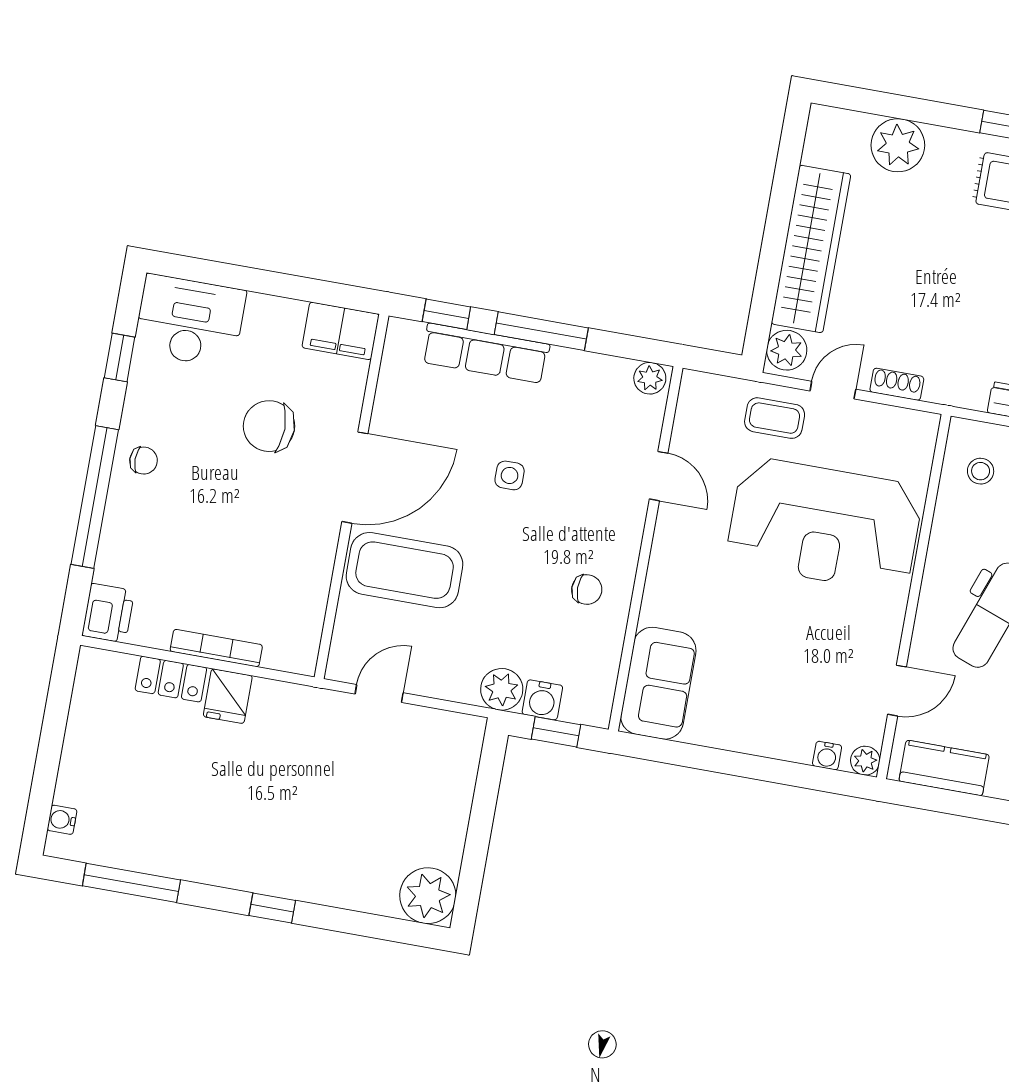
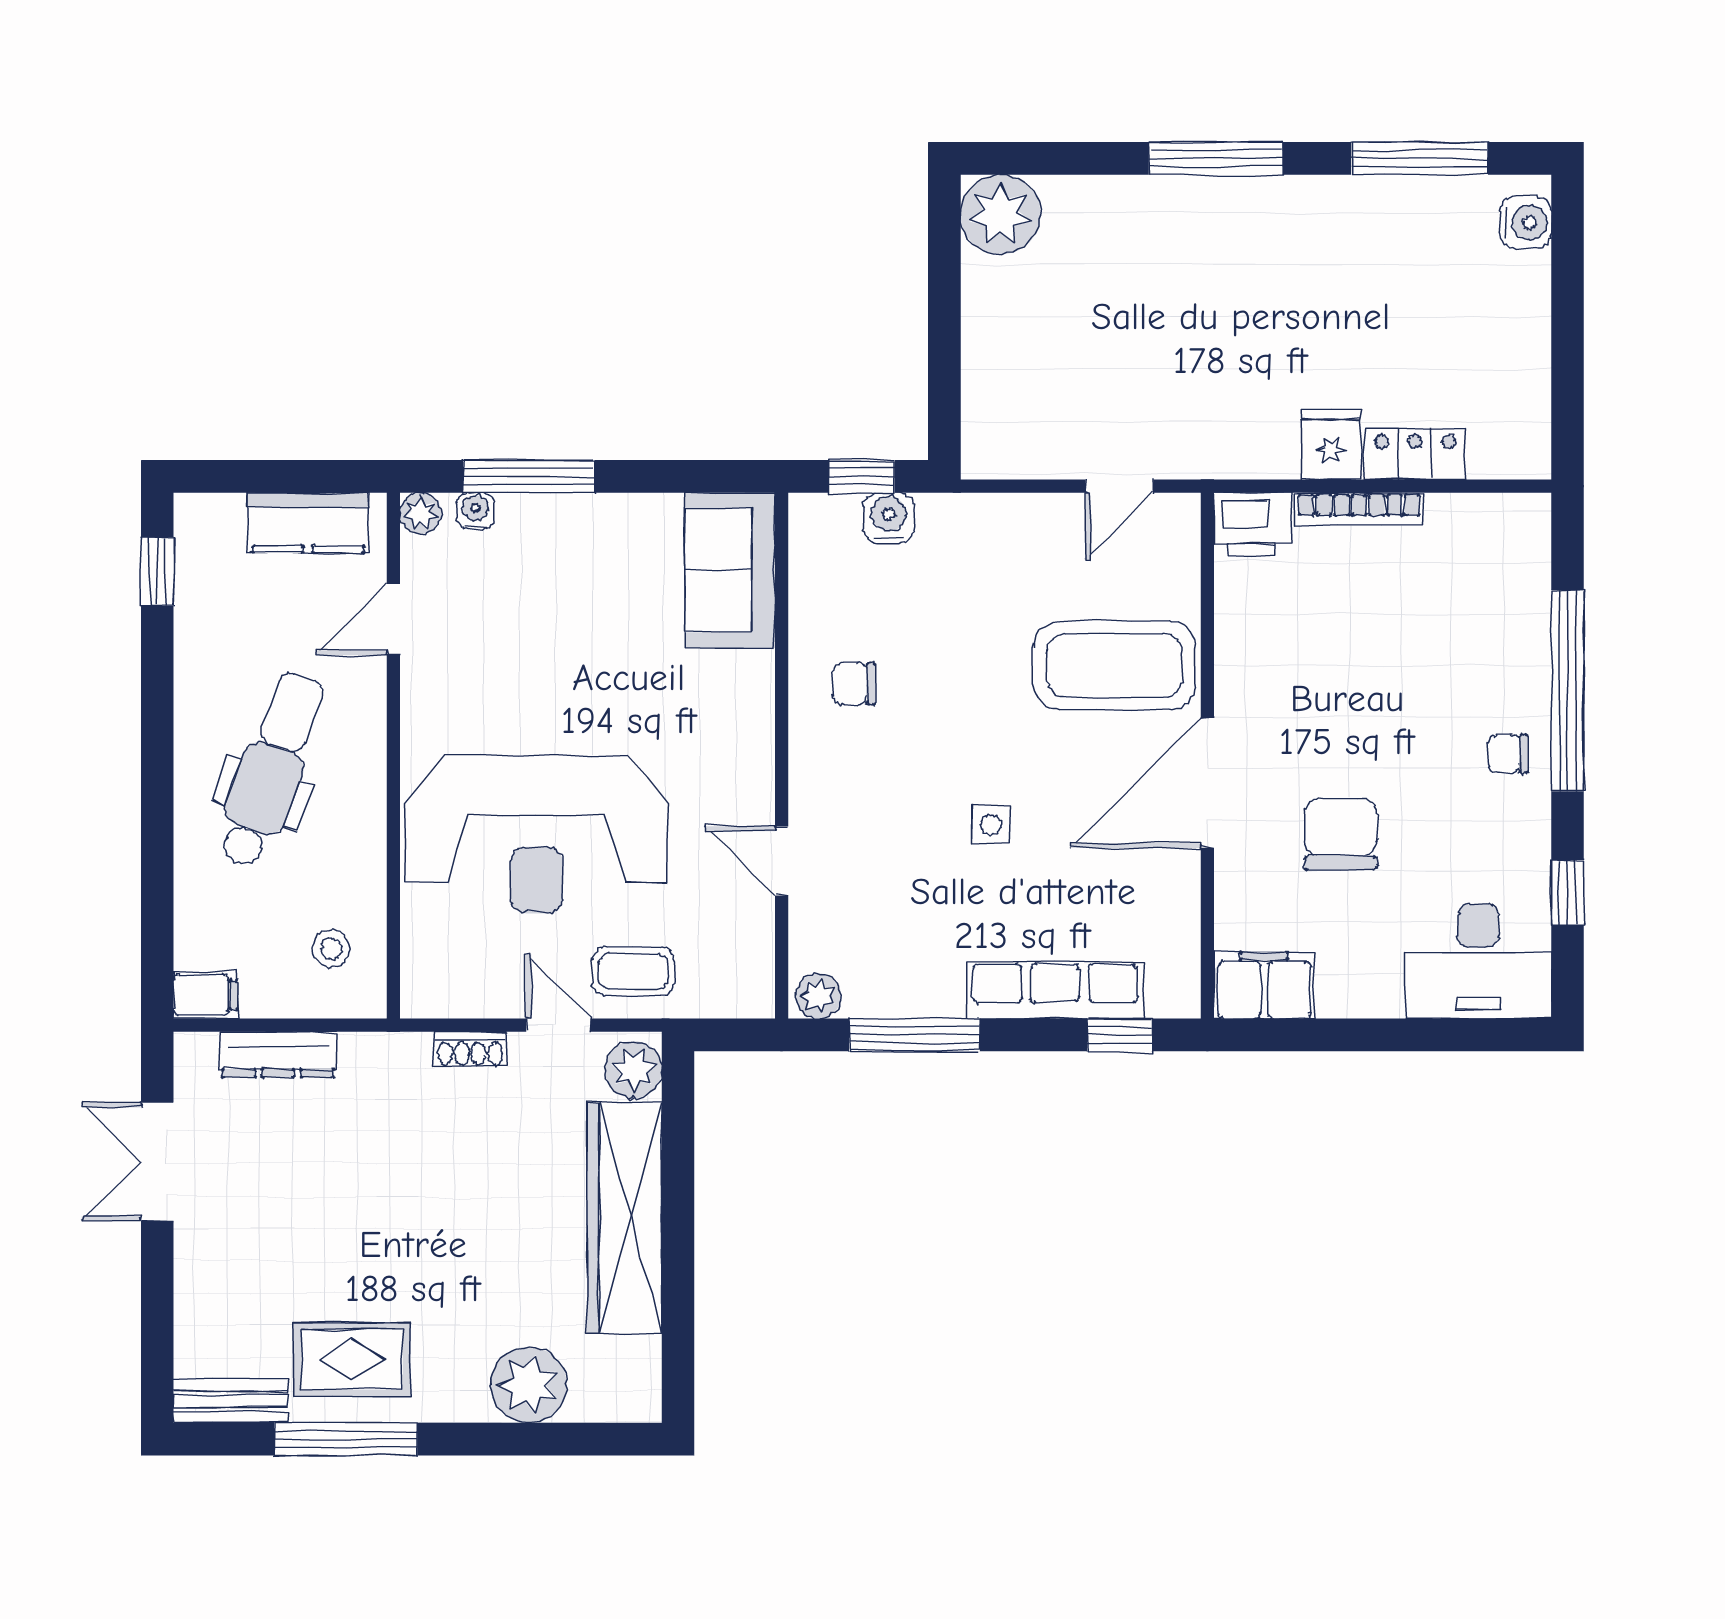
window: (541, 331) -> (914, 1035), moved
door: (833, 390) -> (558, 1025), swing flipped
chair: (269, 426) -> (1341, 834), turned -90
reception desk: (825, 525) -> (537, 834), turned 180
printer: (108, 613) -> (1252, 524), moved, turned -90
plant: (502, 689) -> (948, 522), removed
window: (786, 773) -> (529, 476), added
water cooler: (62, 820) -> (1526, 222), width x1.38, depth x1.38
window: (272, 908) -> (1216, 158), width x2.17

